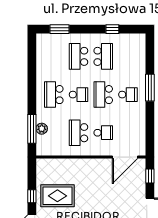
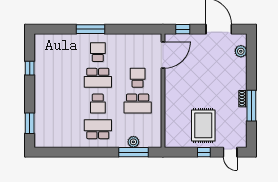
school desk: (78, 56) -> (58, 104), removed
school desk: (103, 56) -> (58, 78), removed
school desk: (54, 95) -> (98, 129), turned 180
school desk: (78, 95) -> (98, 104), turned 180
door: (125, 157) -> (163, 55), hinge flipped

